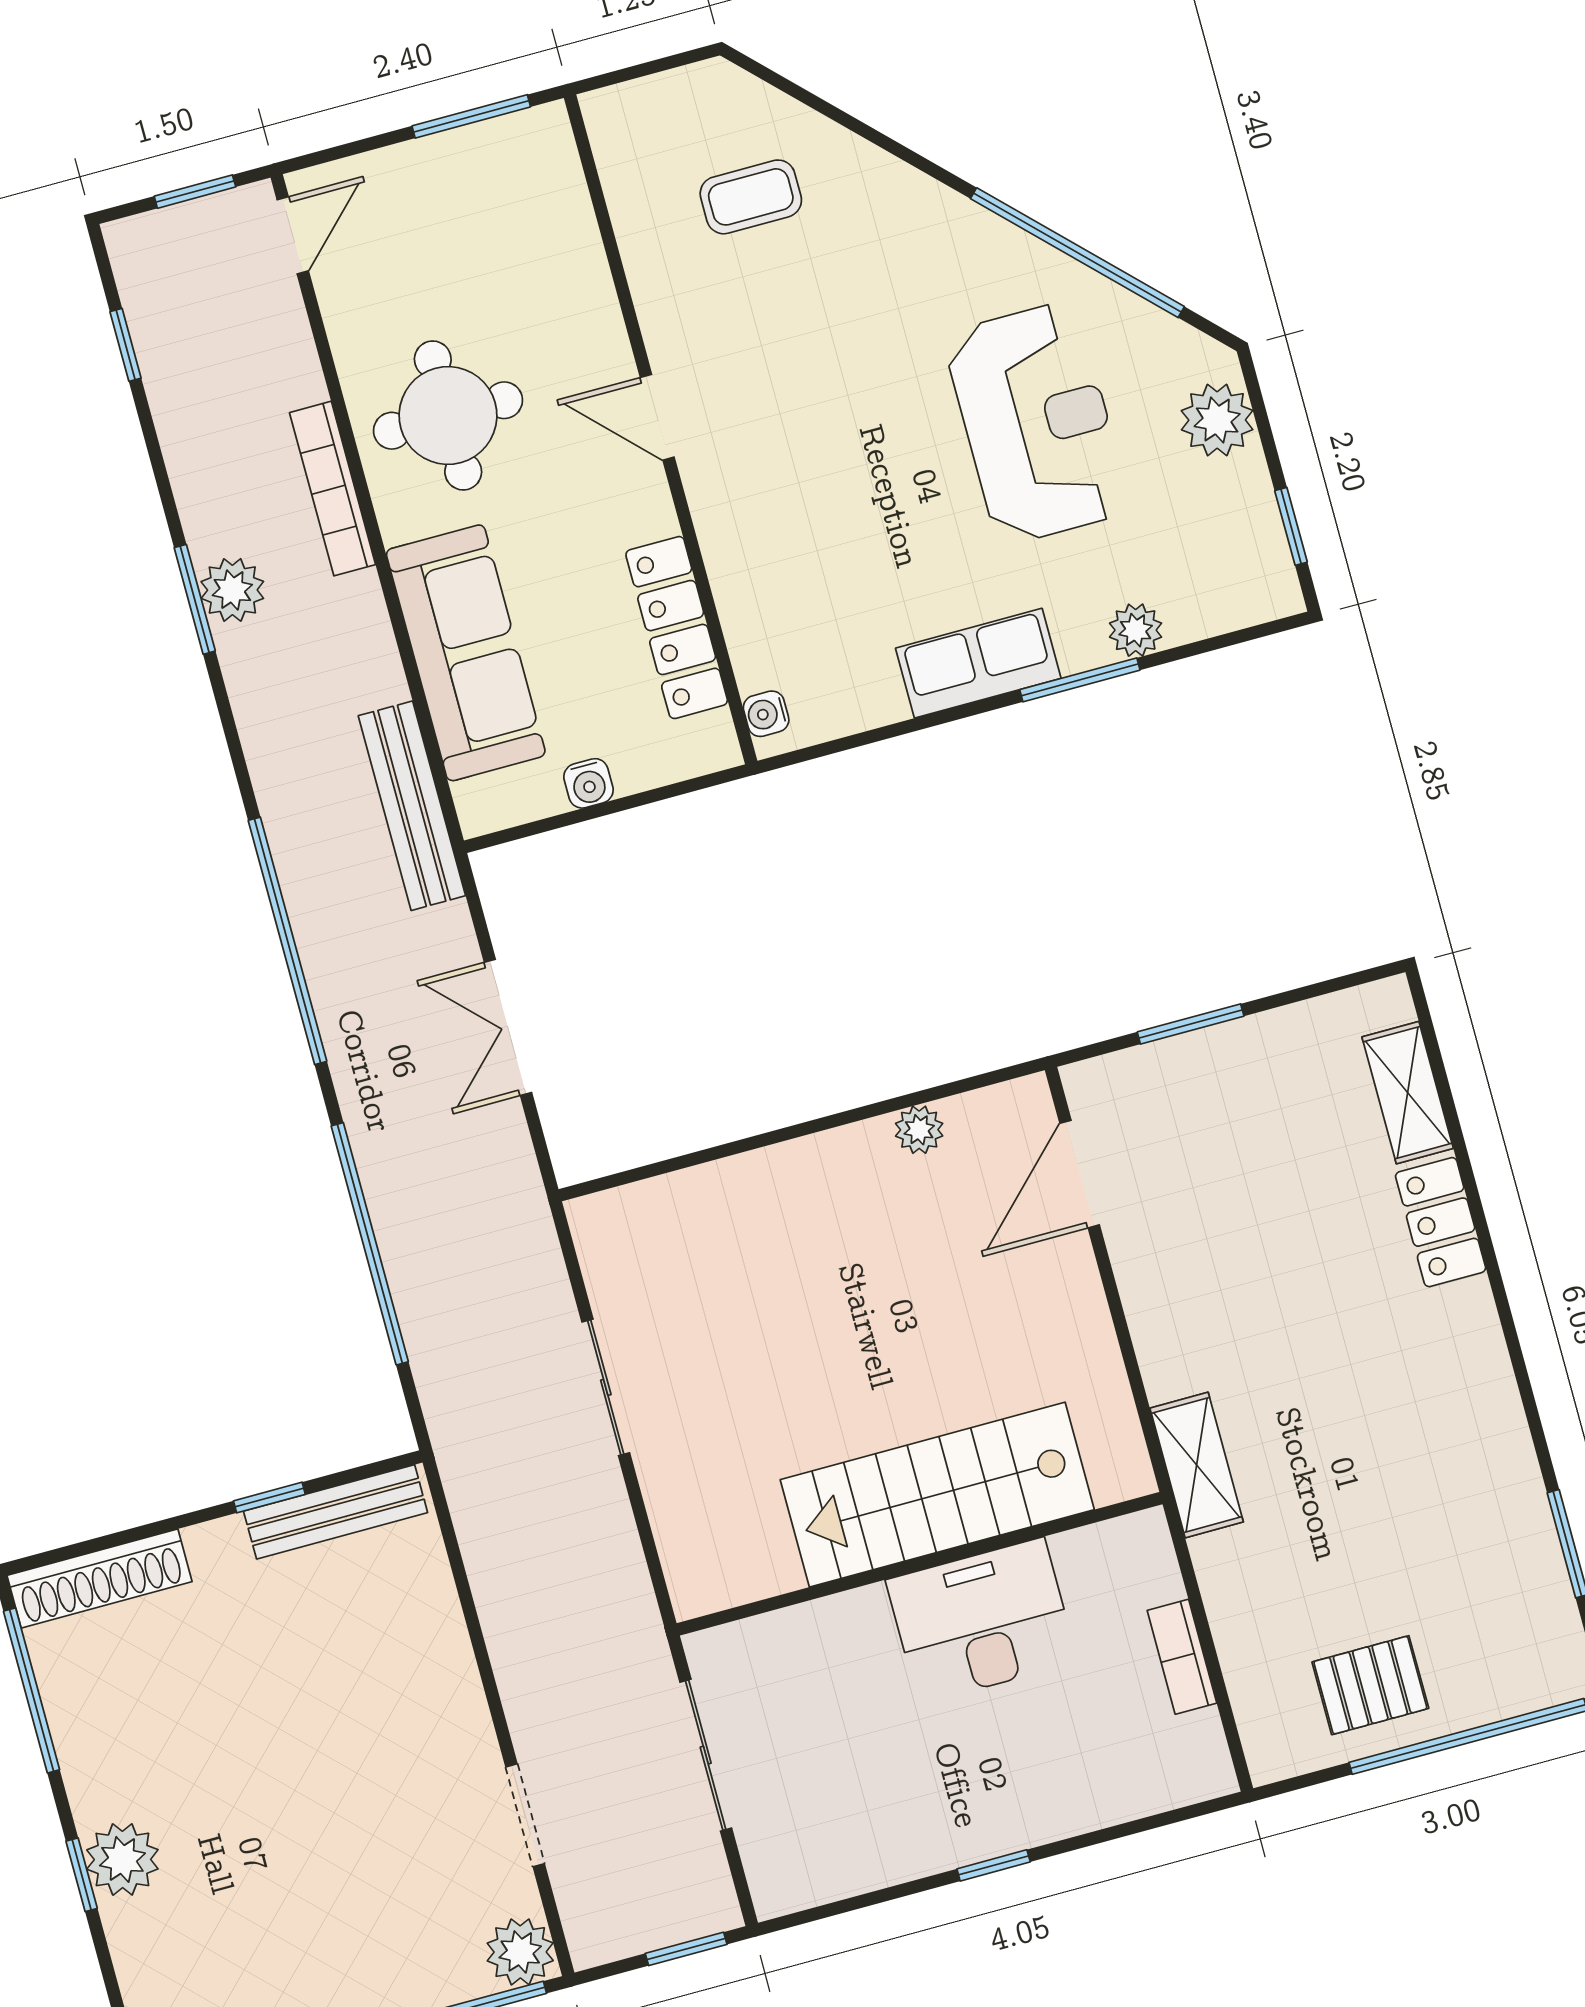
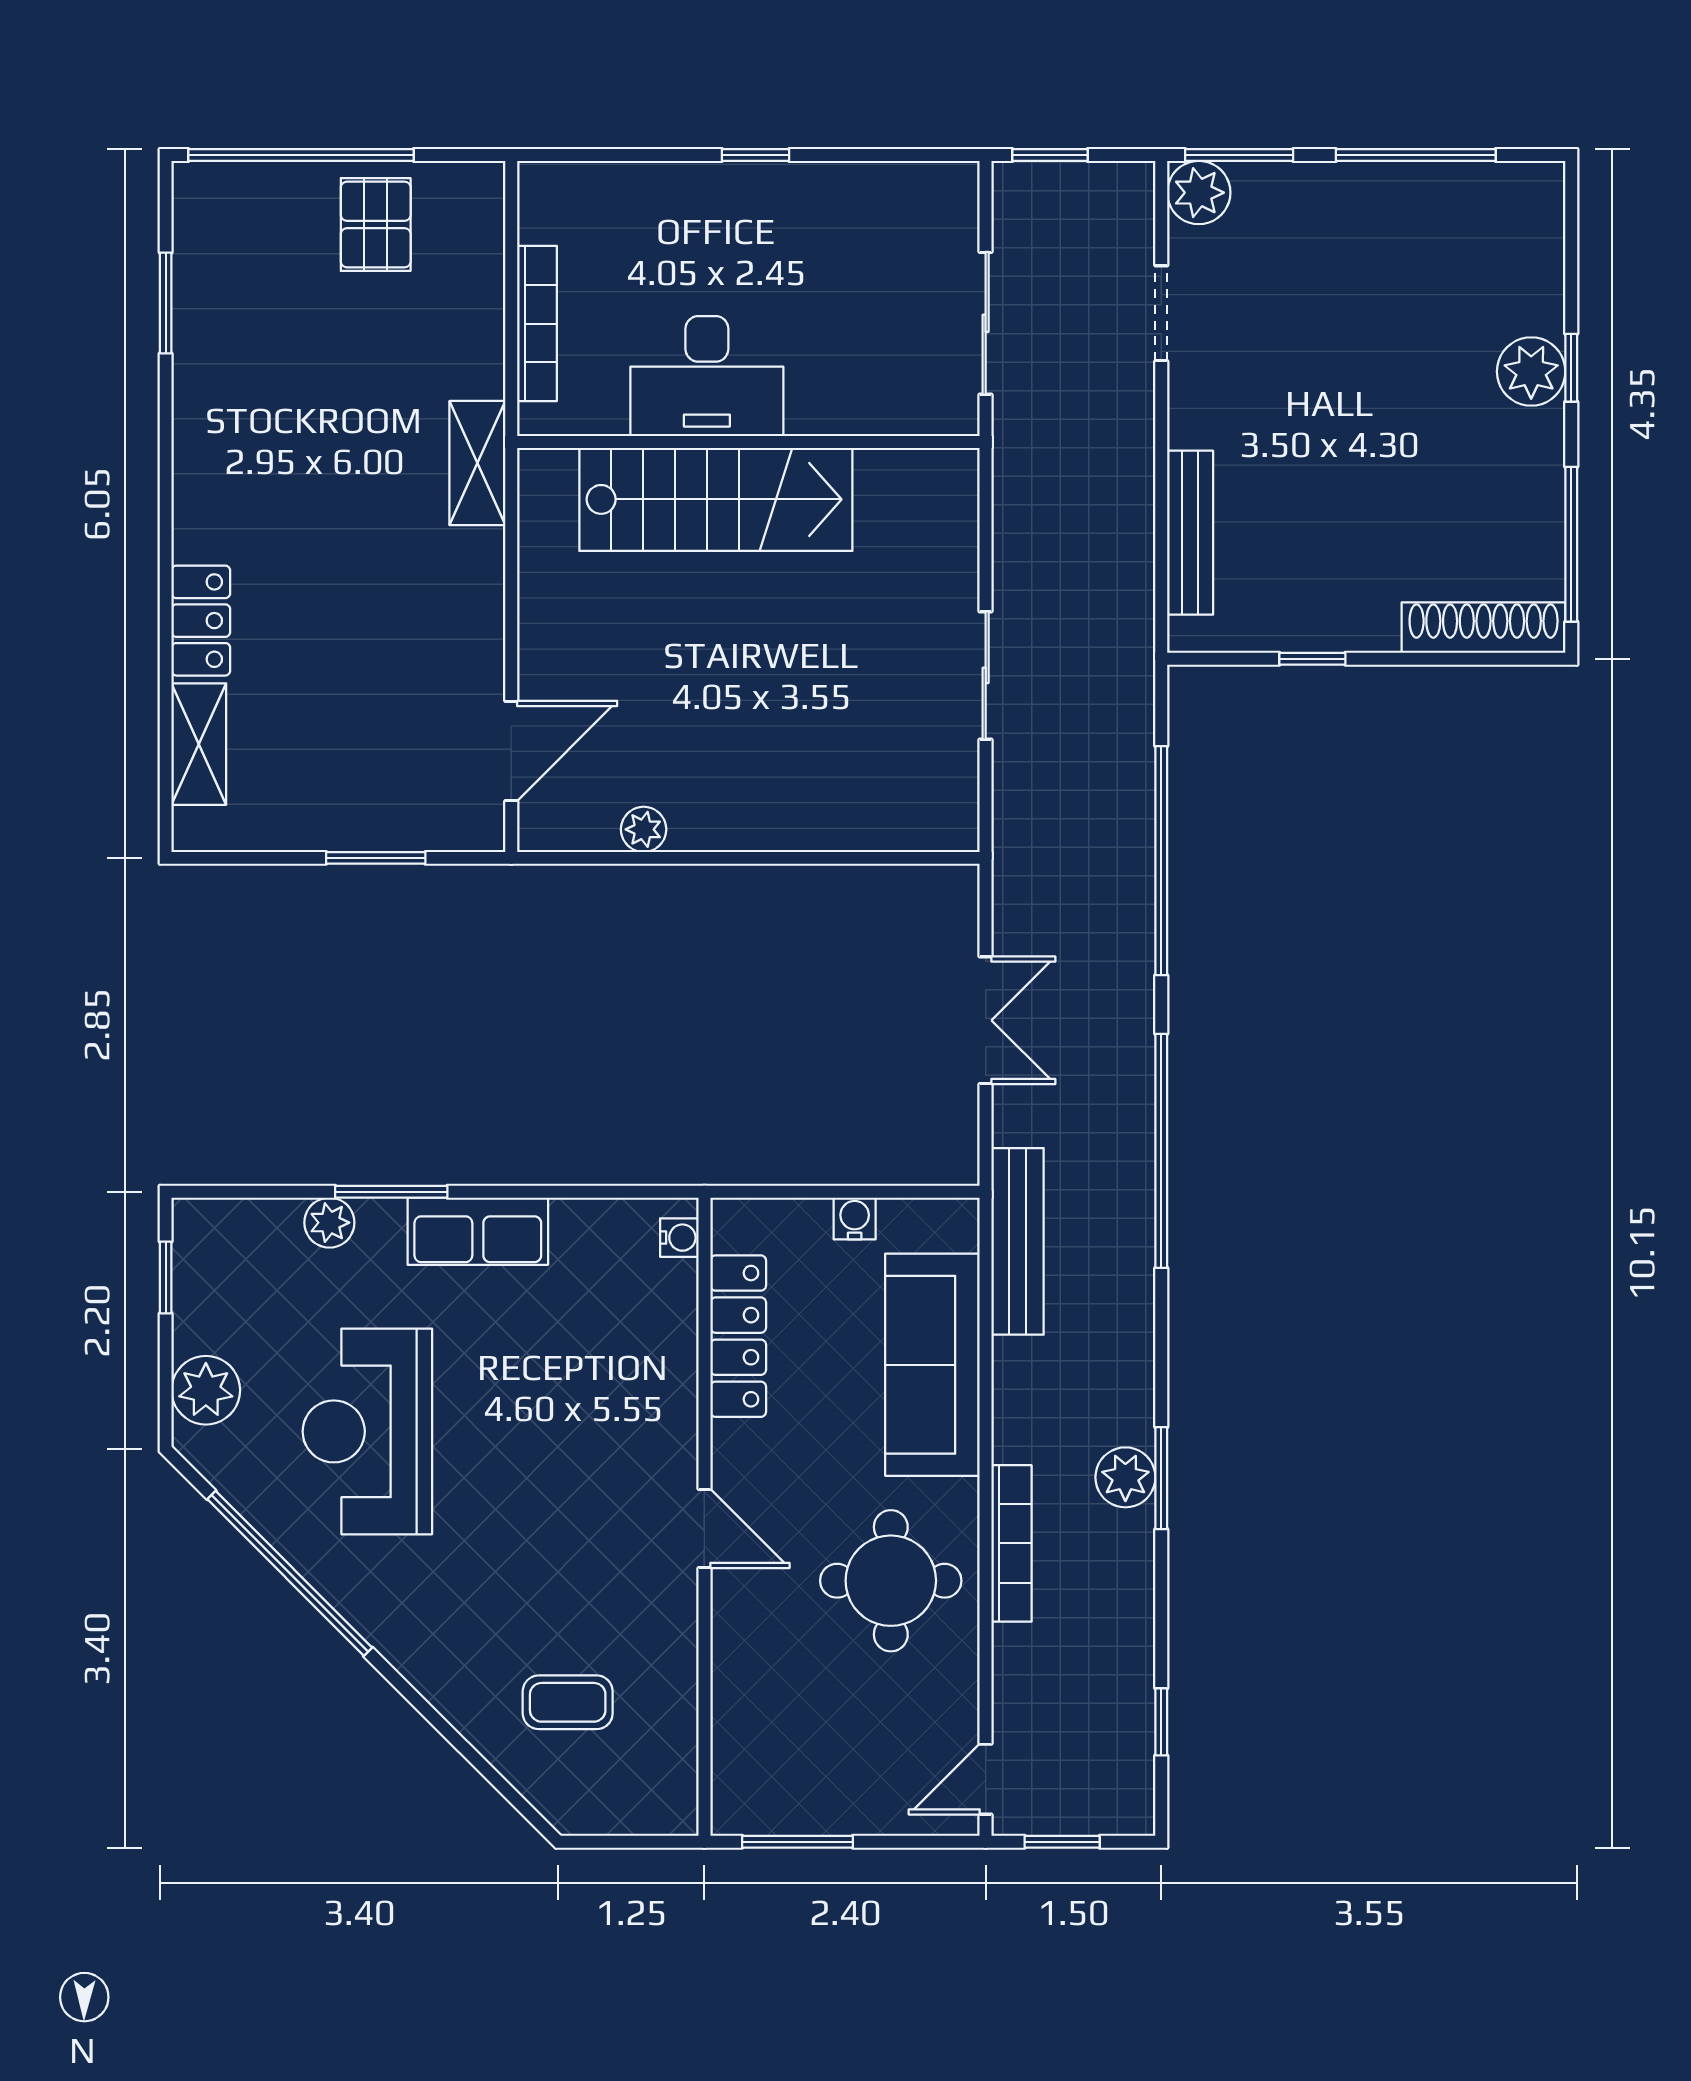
bench: (336, 1512) -> (1190, 533), moved, turned 90
bookcase: (1182, 1657) -> (537, 324), width x1.56
pallet: (1370, 1685) -> (376, 224), turned 90

